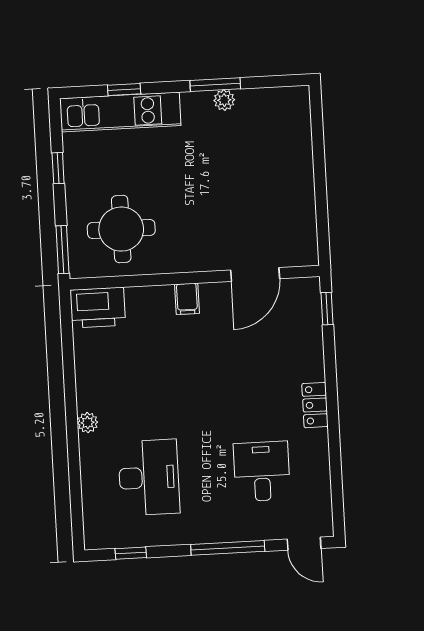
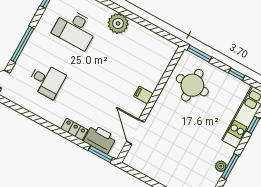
printer: (98, 308) -> (100, 139), moved, turned 90
window: (327, 309) -> (100, 154), width x1.50
locker: (315, 405) -> (74, 129), moved
plant: (88, 423) -> (118, 23), width x1.88, depth x1.88

